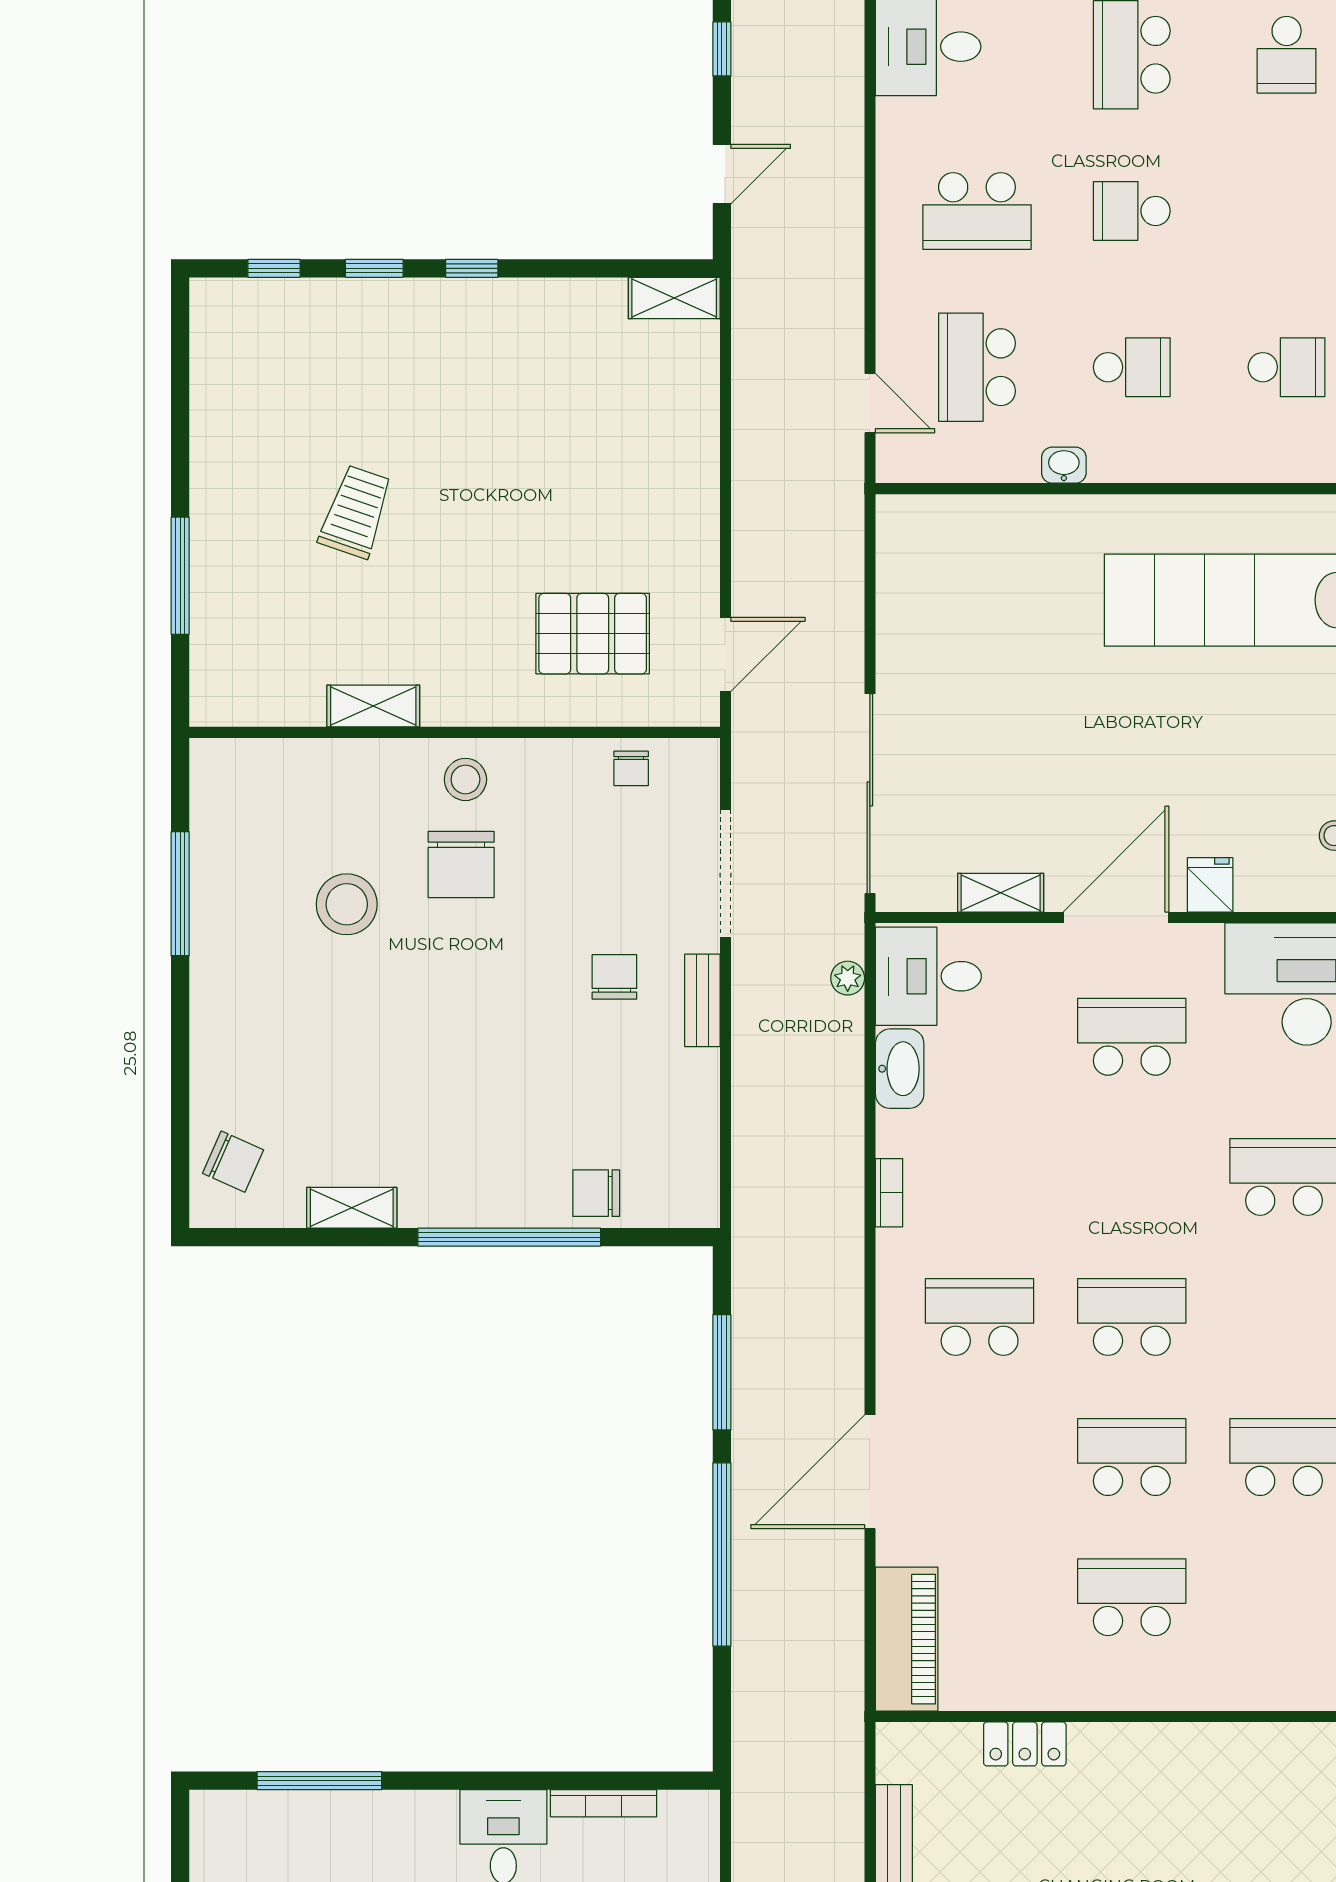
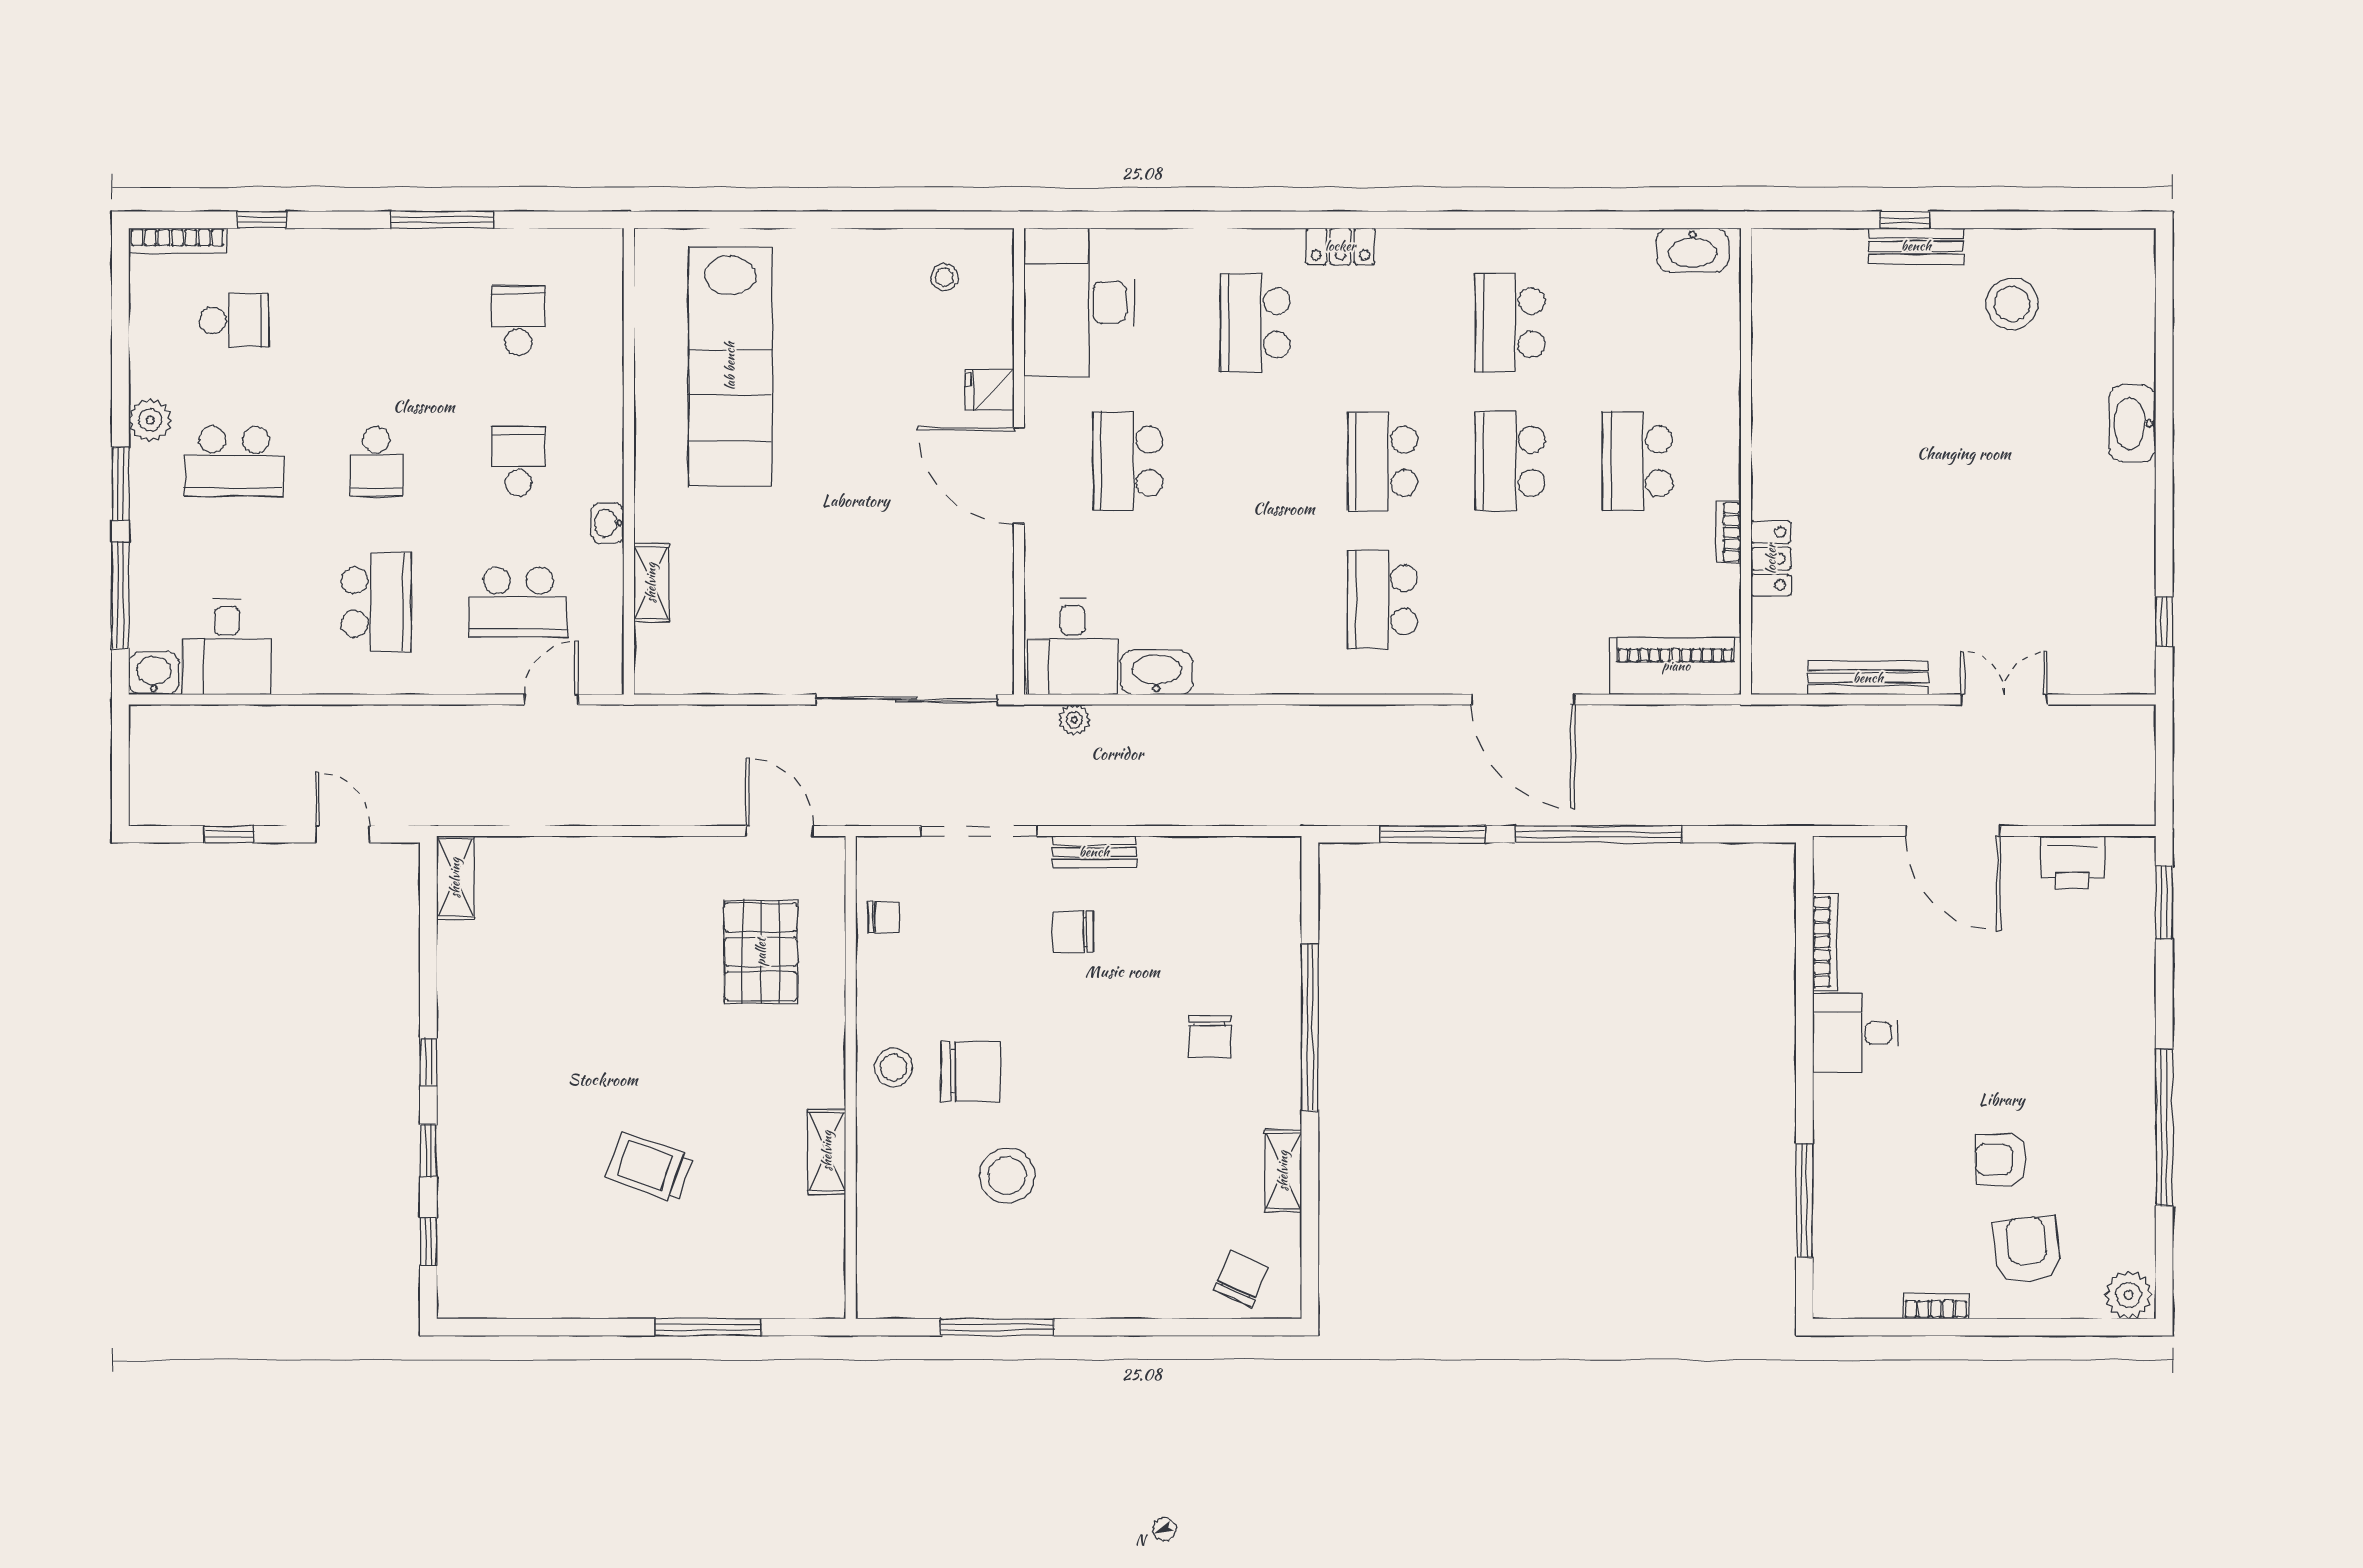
shelving: (1001, 893) -> (651, 583), moved
chair: (596, 1193) -> (1210, 1037), moved
bookcase: (889, 1193) -> (1729, 532), moved, turned -90

